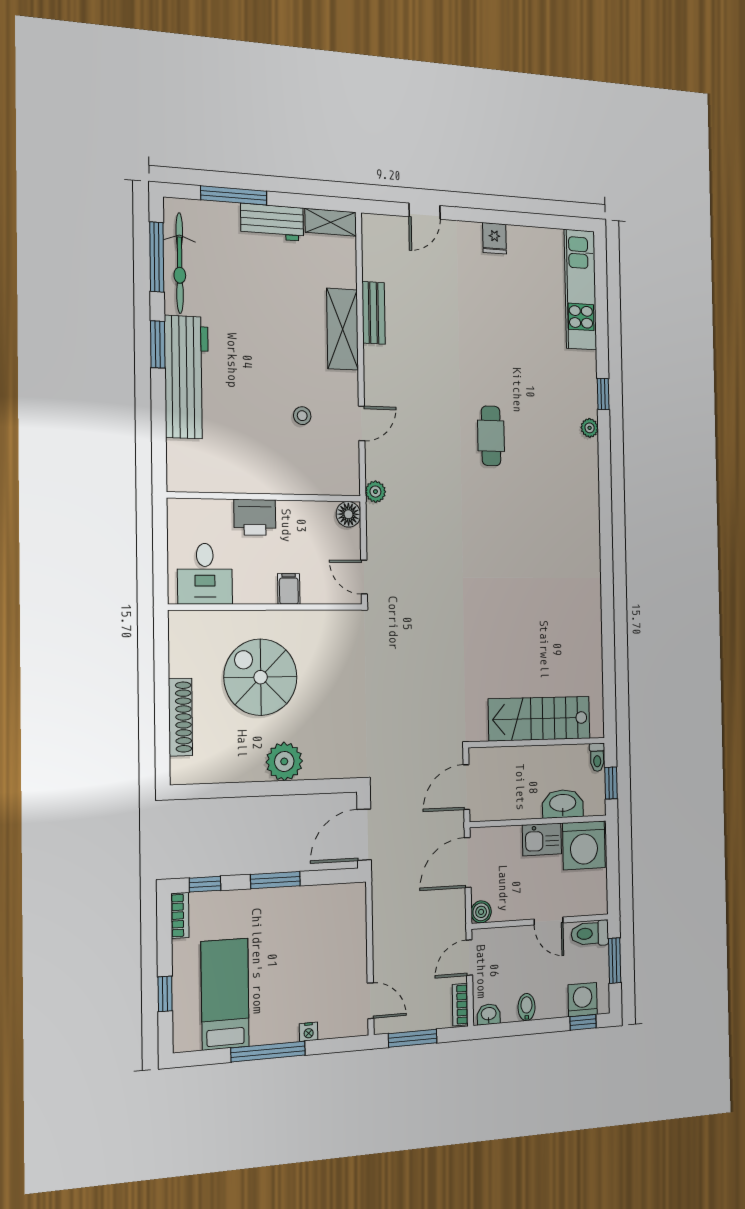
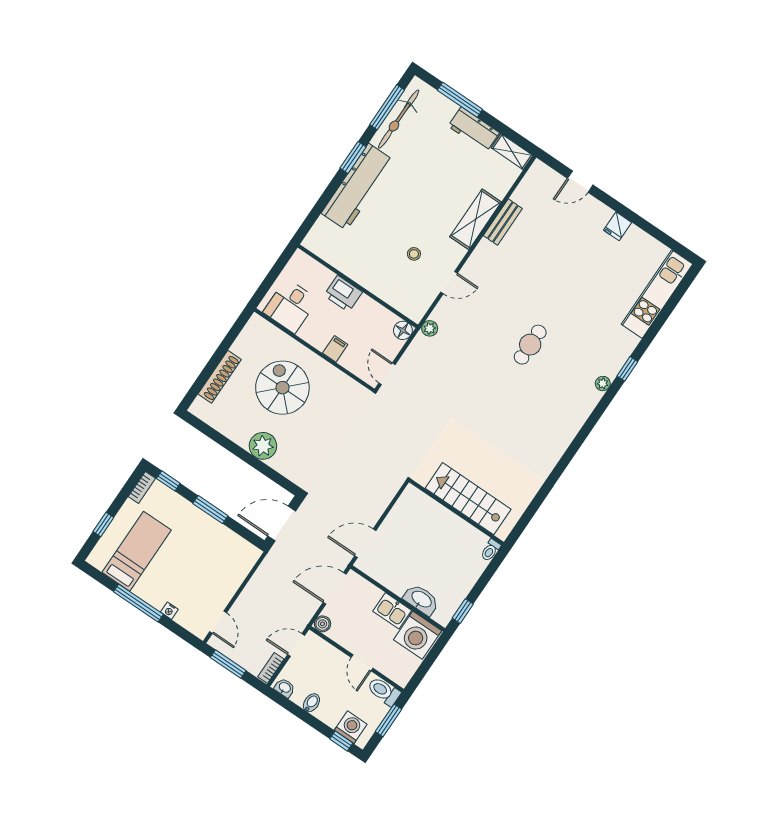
stairs: (539, 719) -> (468, 499), moved
wall: (537, 743) -> (456, 512), moved
toilet: (597, 757) -> (491, 550), moved

